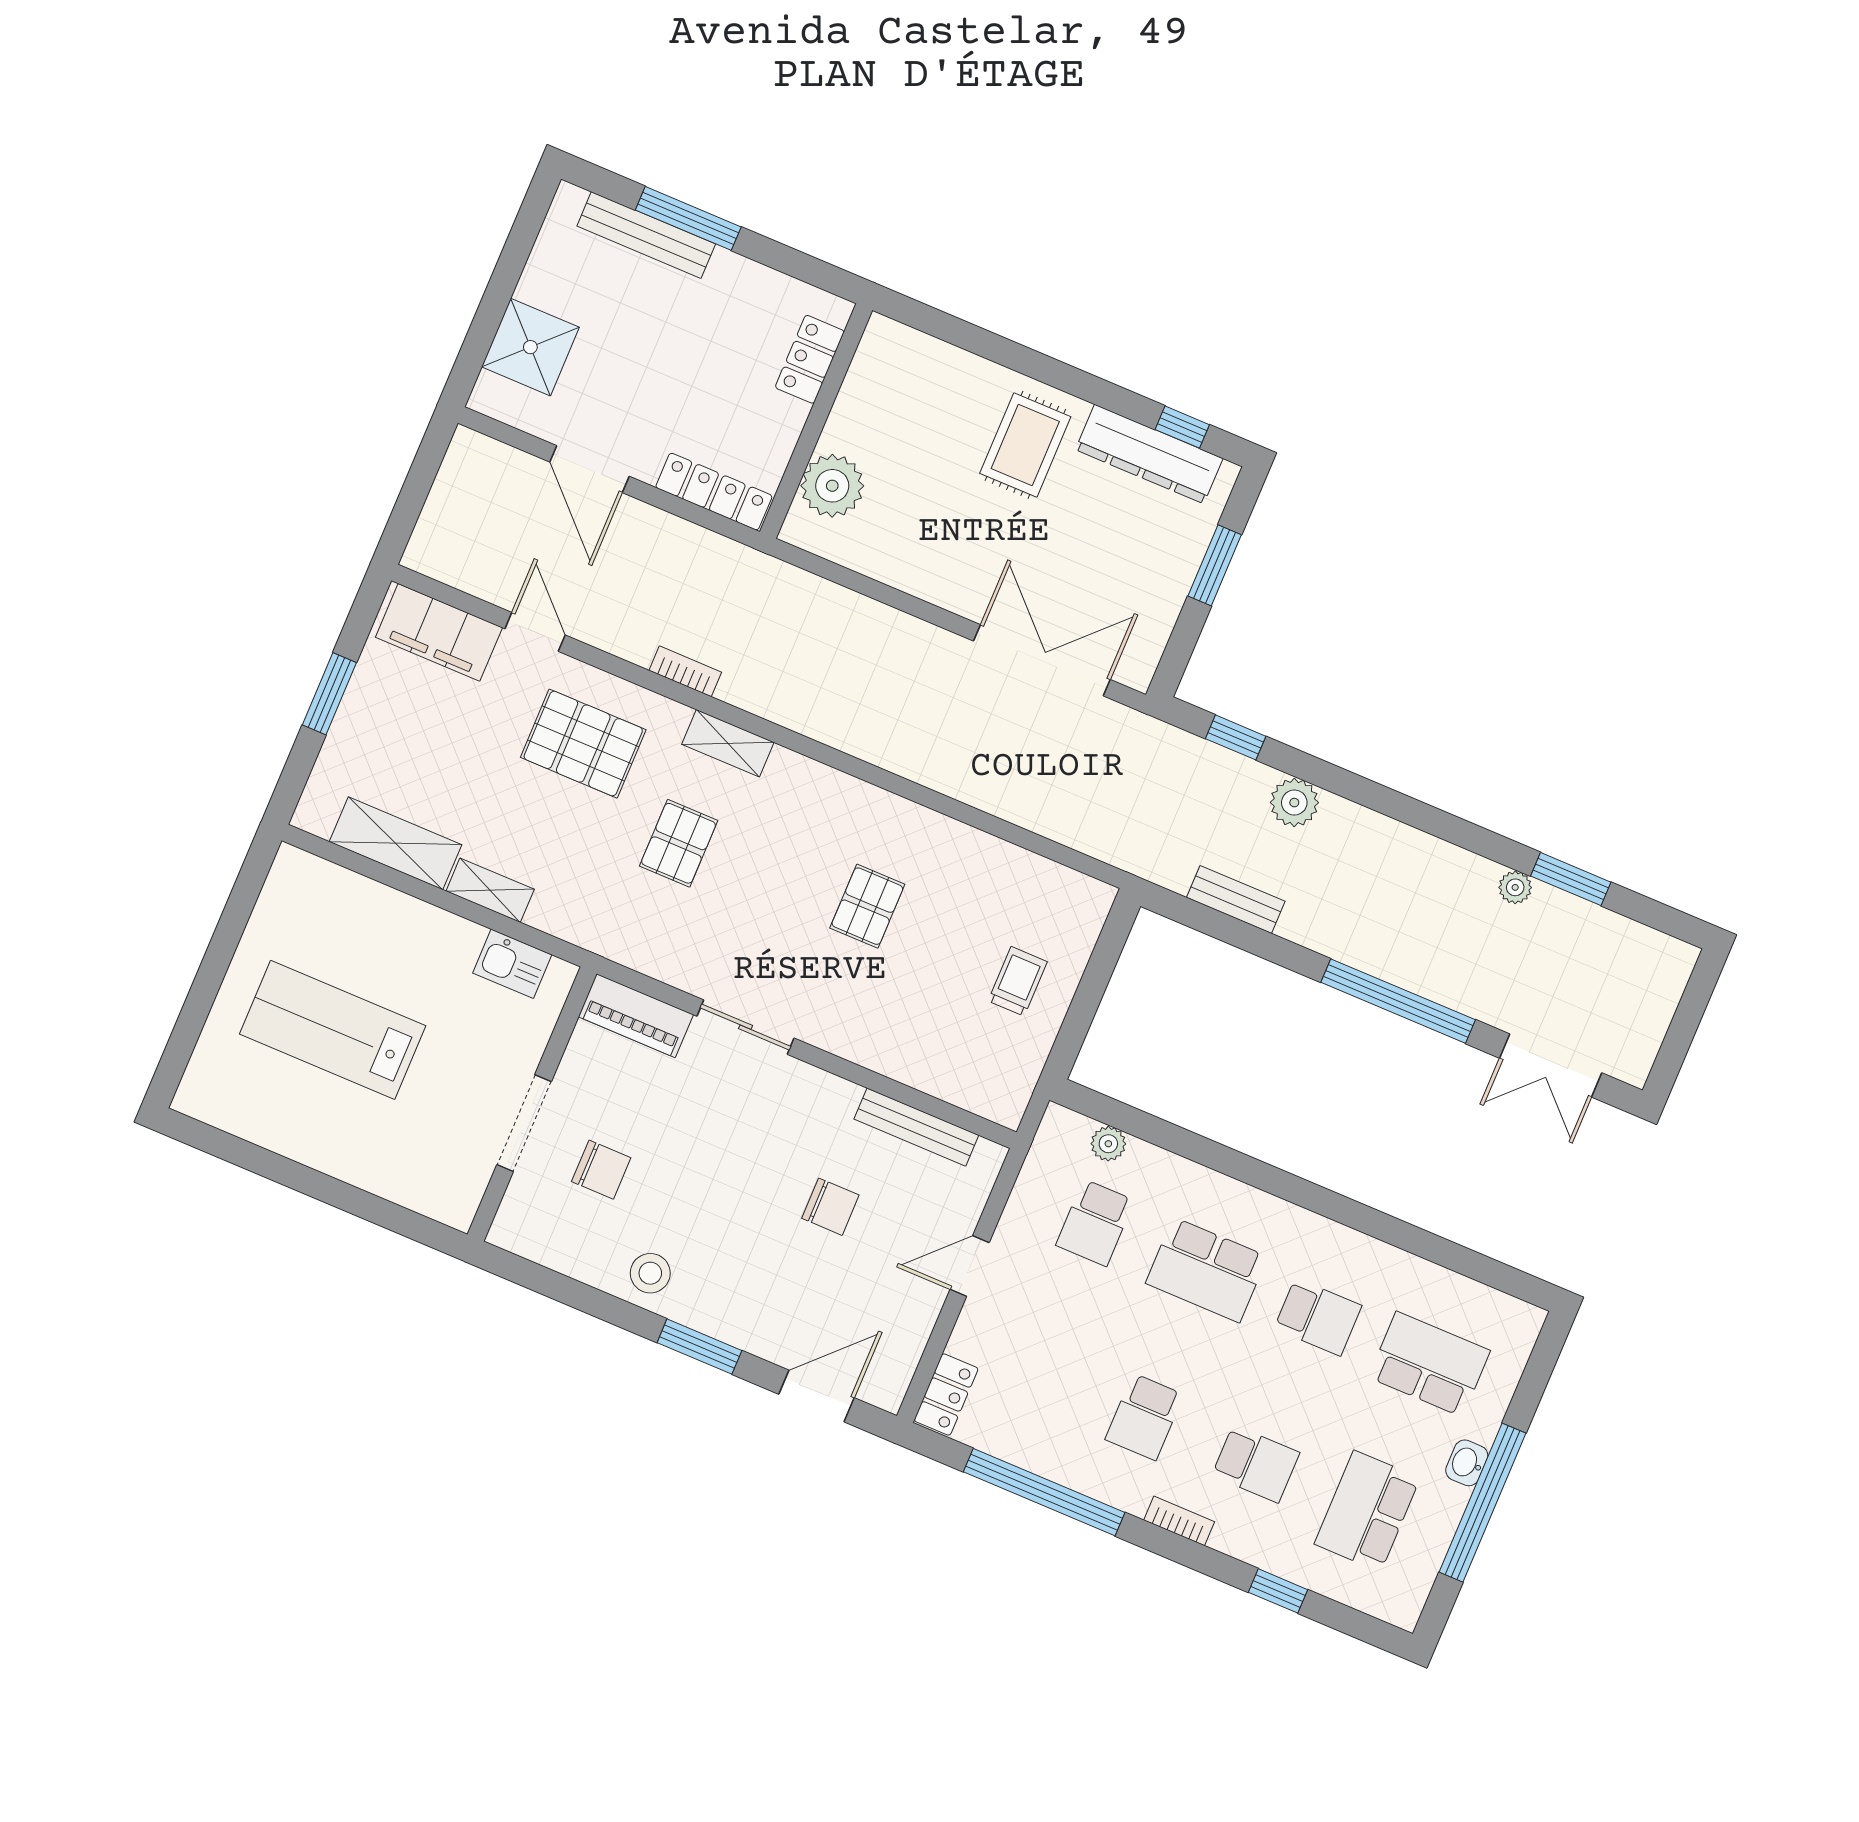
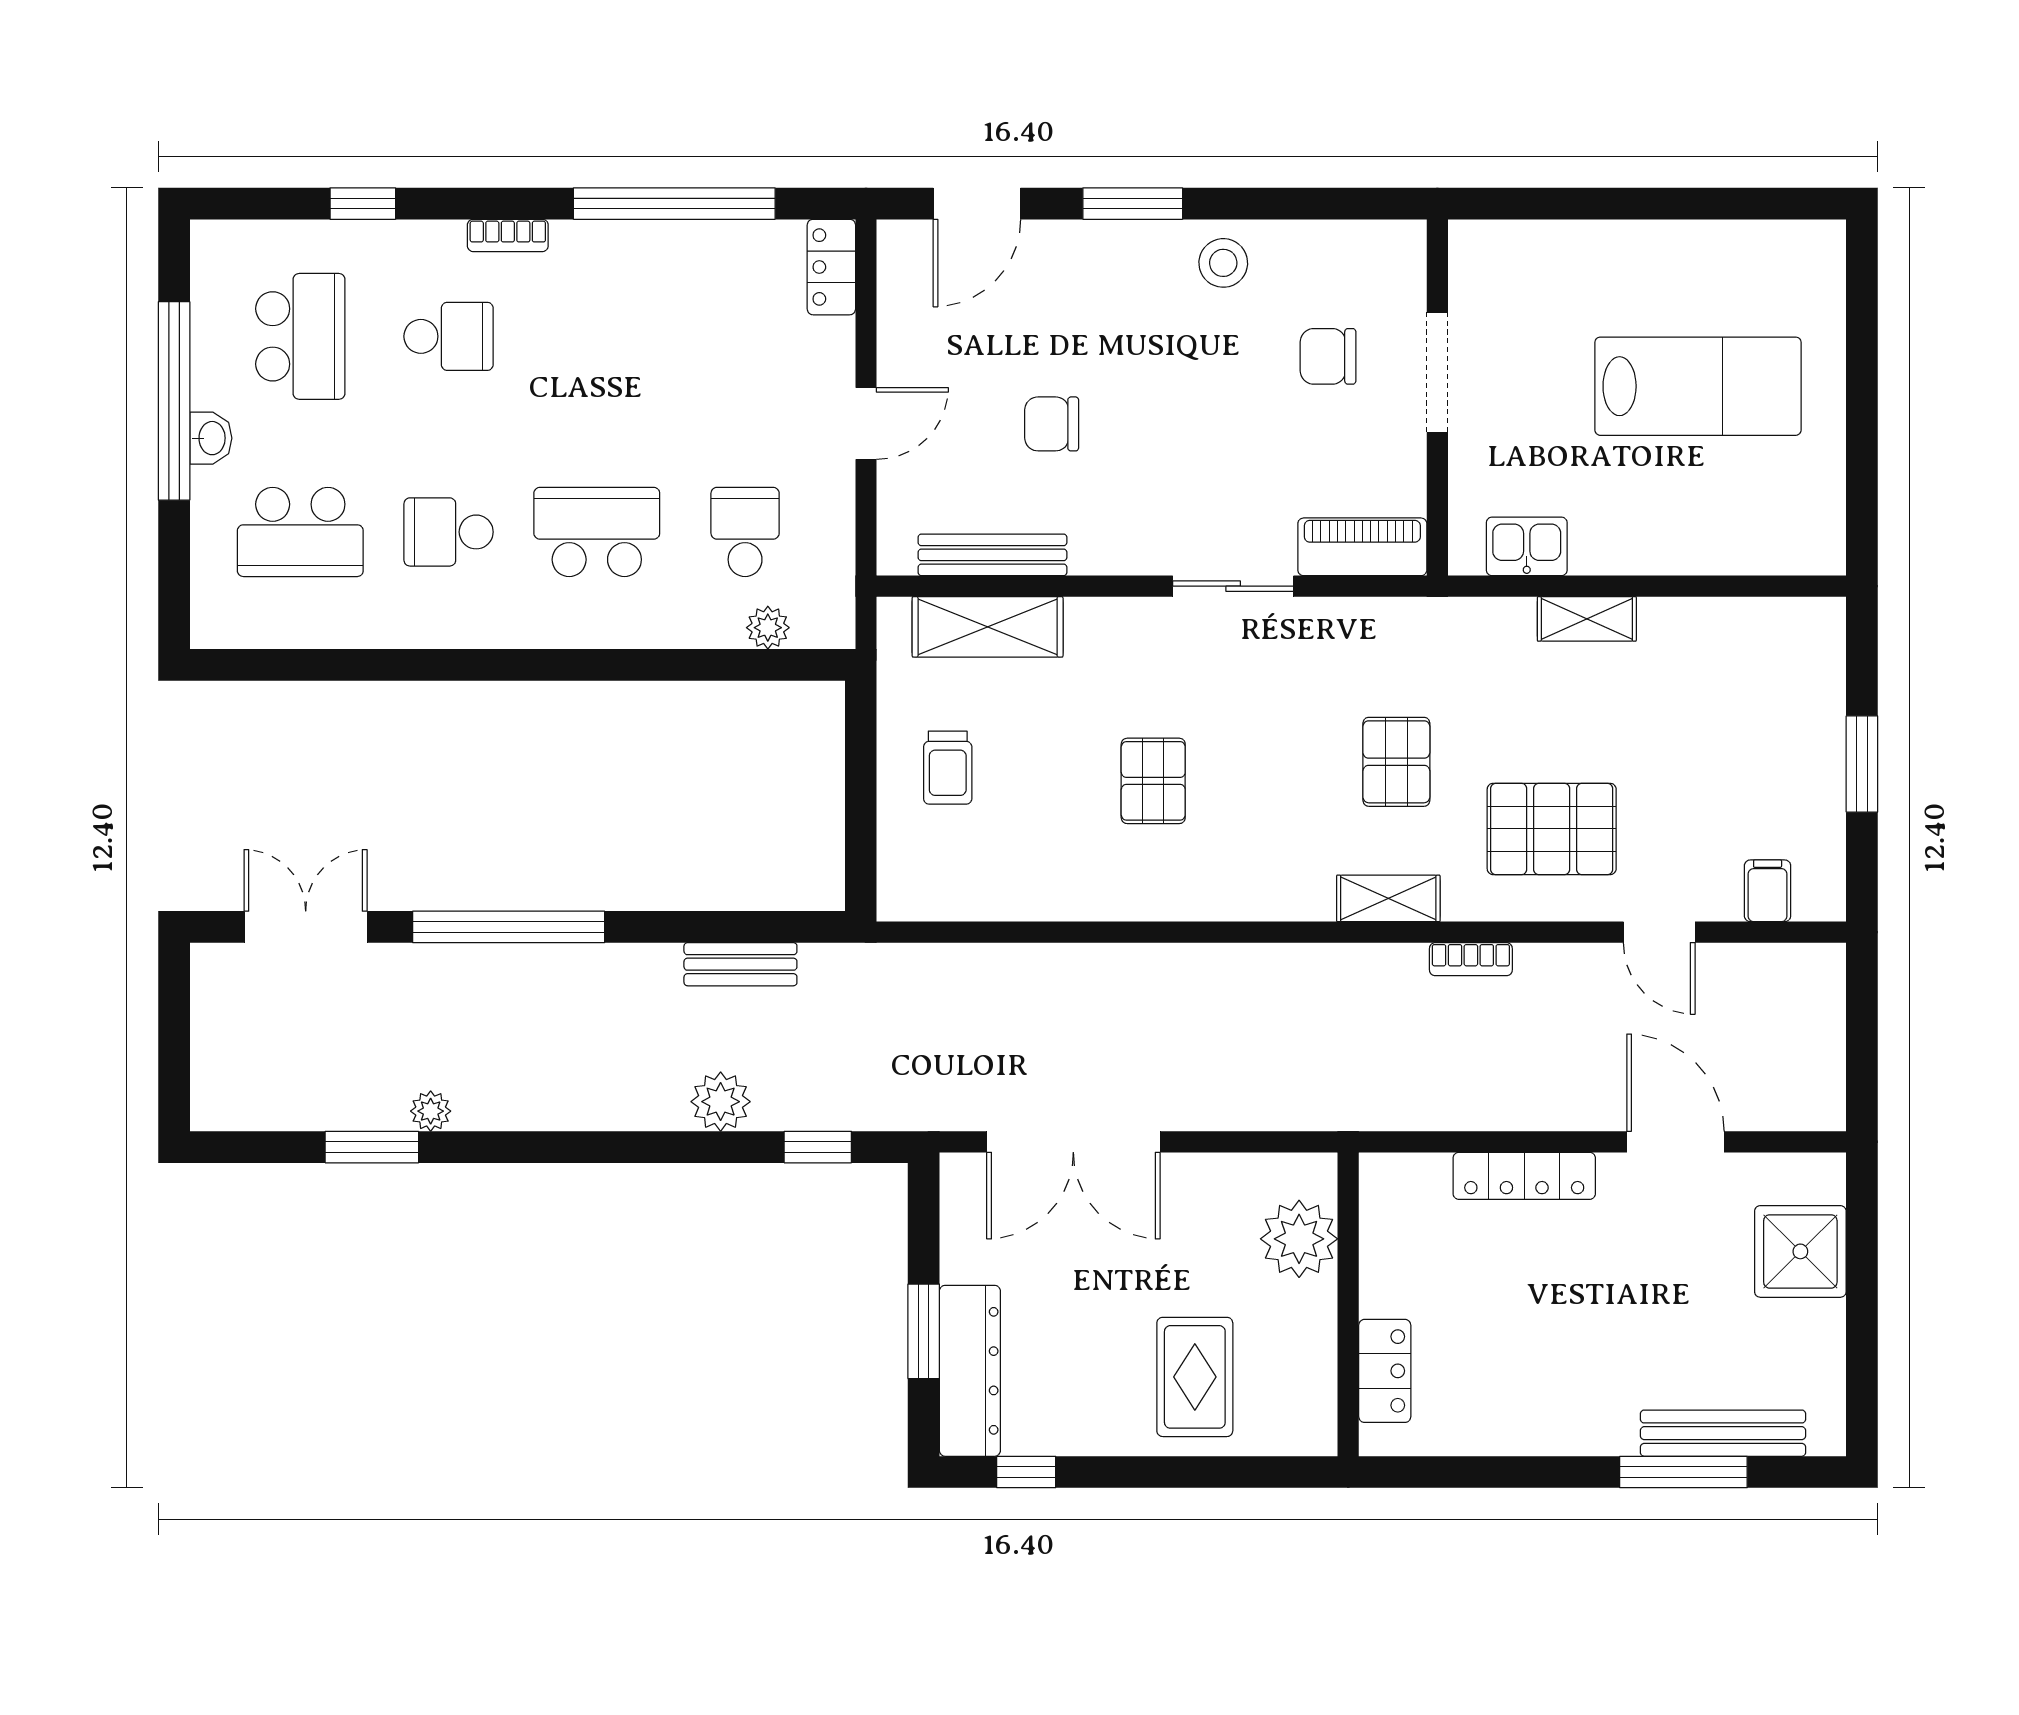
locker: (810, 359) -> (1385, 1371), moved
wall: (816, 421) -> (1348, 1304), moved
dresser: (1149, 454) -> (970, 1371), moved, turned 90
plant: (832, 486) -> (1299, 1239), moved
filing cabinet: (439, 632) -> (1768, 891), width x0.33, depth x0.86
shelving: (396, 843) -> (988, 627), moved
school desk: (1144, 1417) -> (597, 336), removed
school desk: (1256, 1464) -> (449, 336), turned 180

